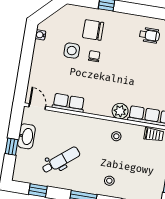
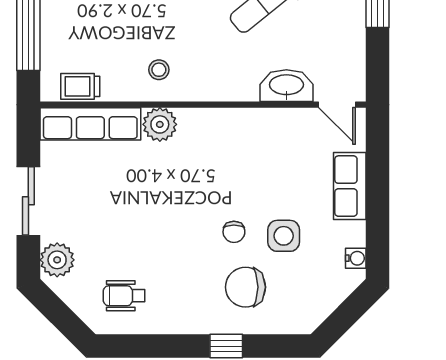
chair: (93, 30) -> (245, 287), turned 180
row of seats: (69, 103) -> (350, 186), moved, turned 90
washbasin: (26, 136) -> (286, 86), moved, turned 90

